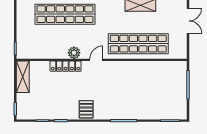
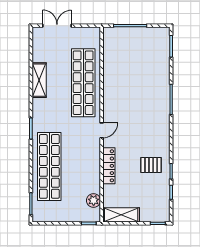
plant: (74, 53) -> (94, 200), moved
door: (96, 60) -> (102, 130), swing flipped
pallet: (86, 109) -> (151, 165), moved

